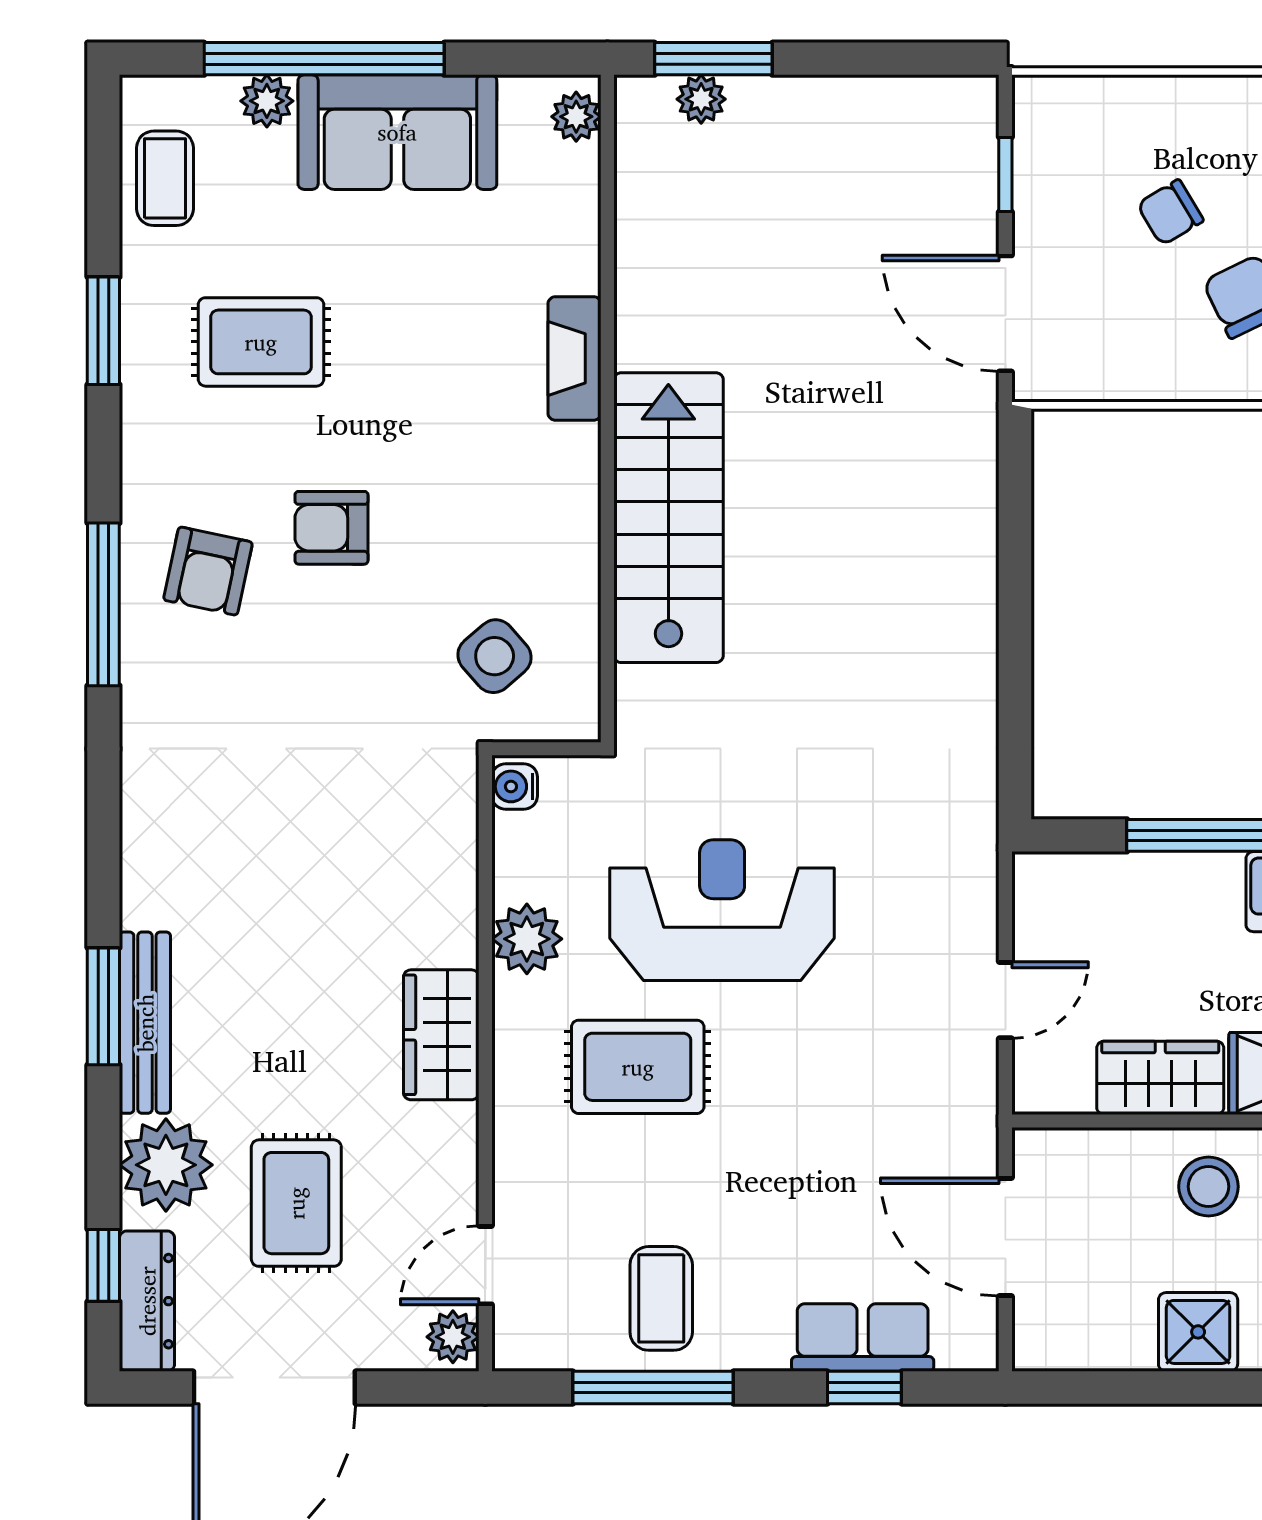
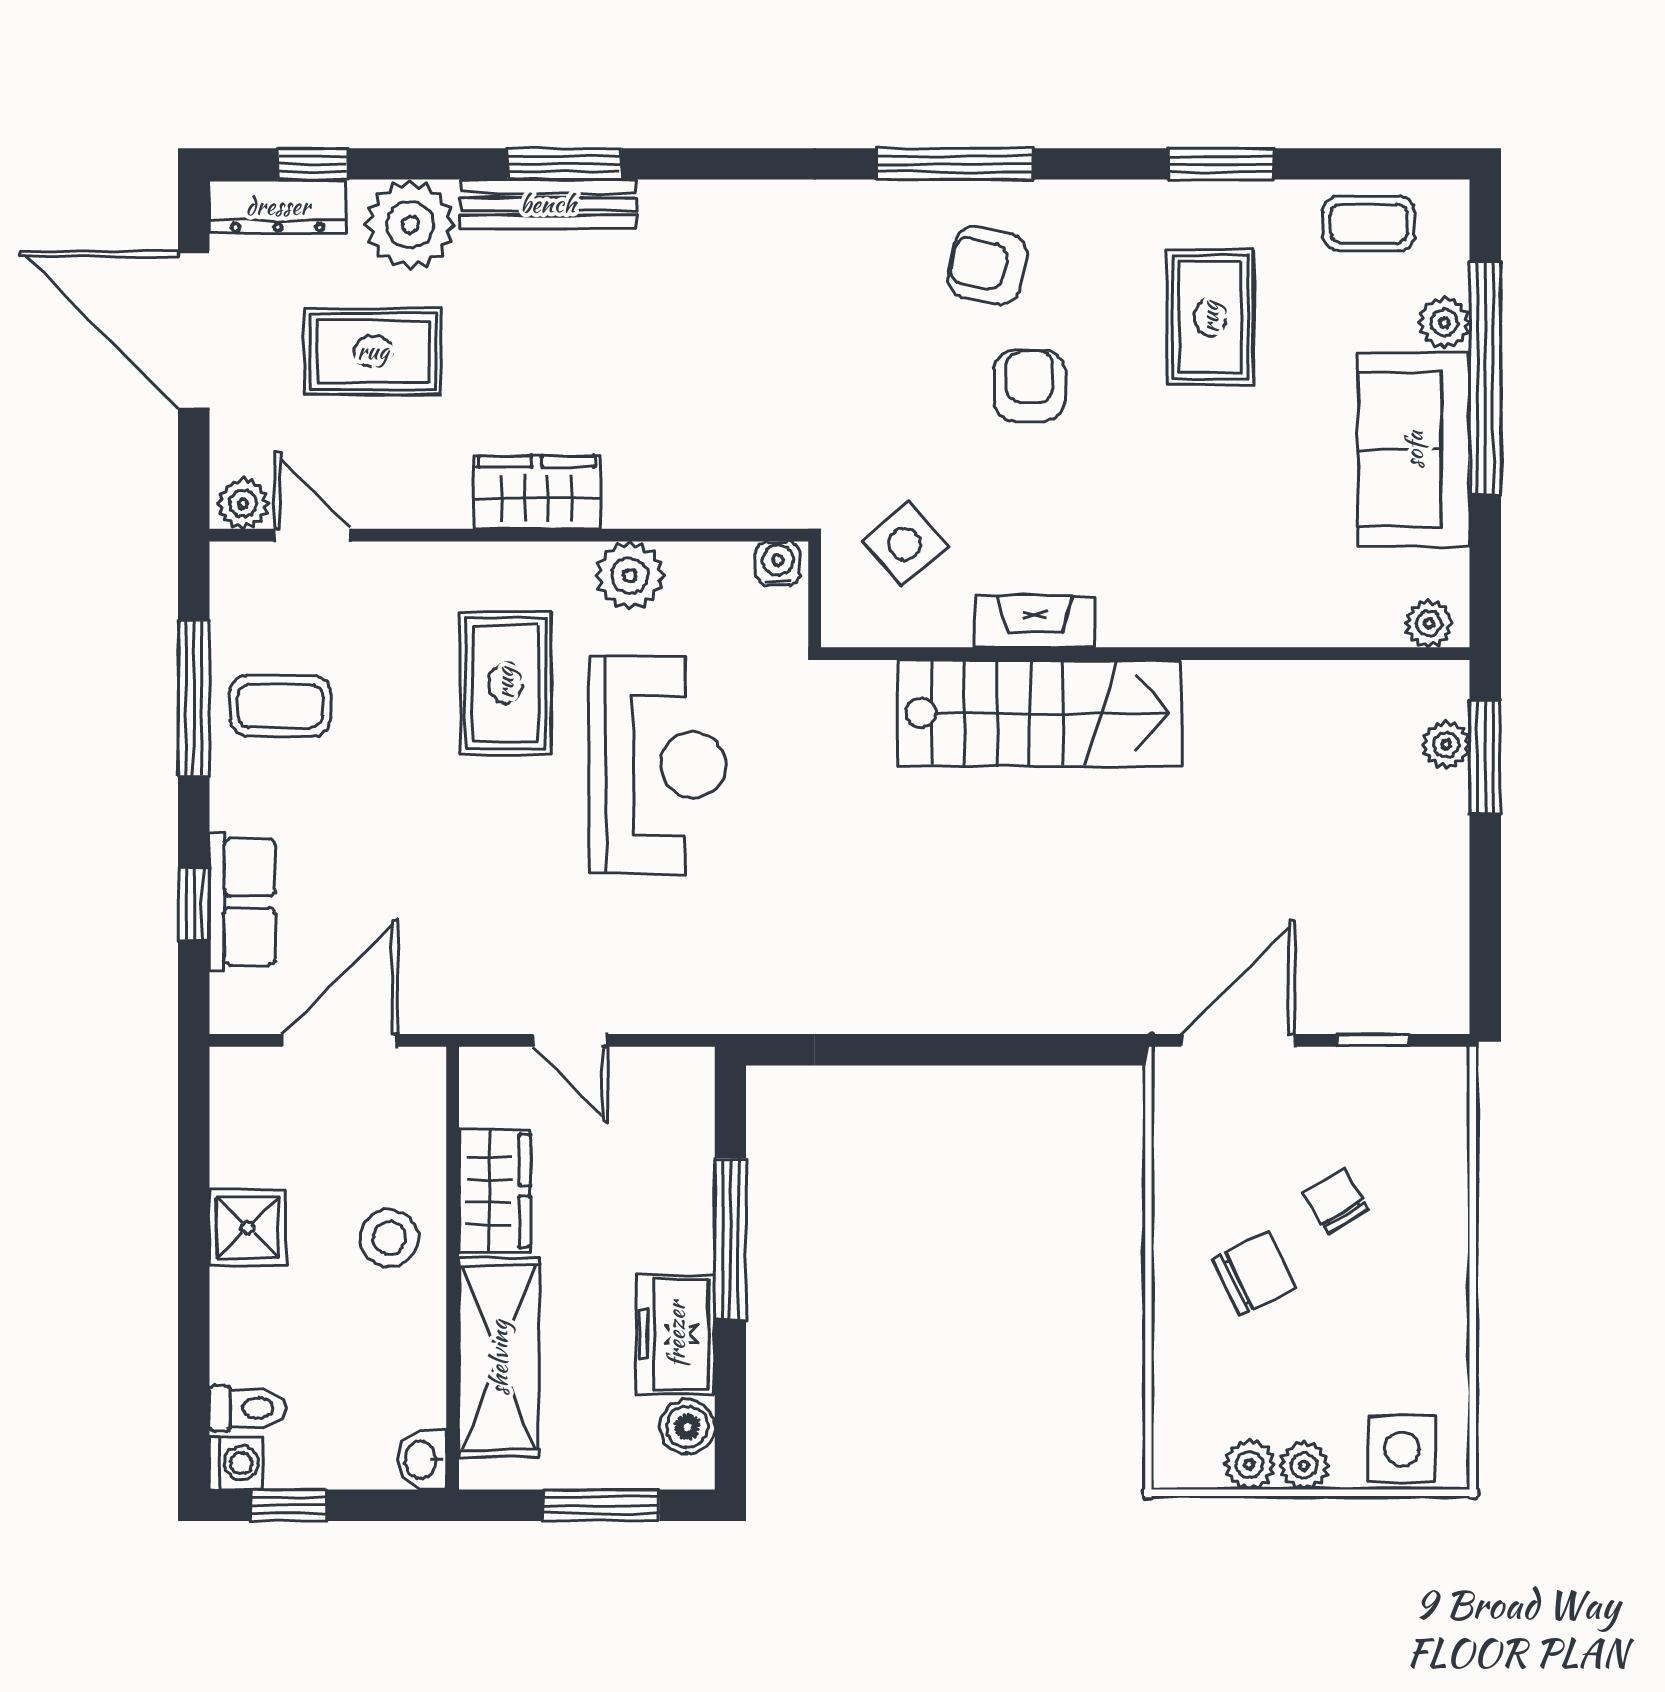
fireplace: (575, 358) -> (1035, 622), moved

